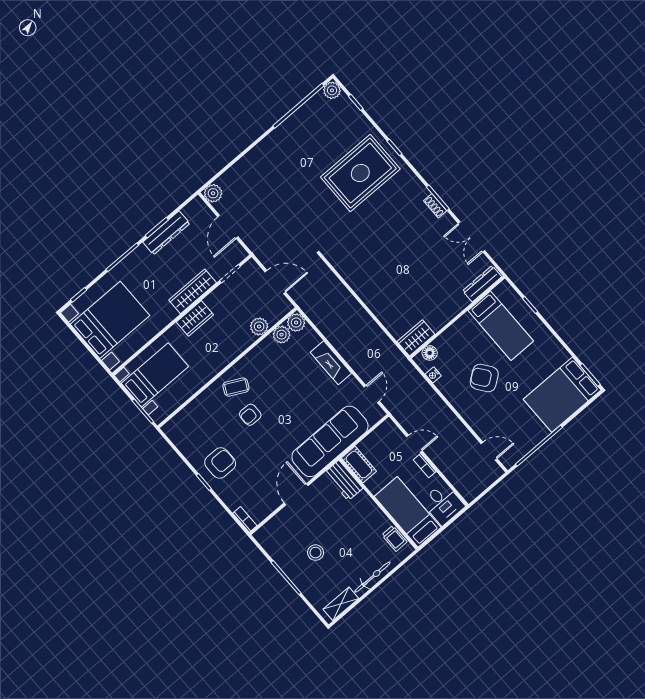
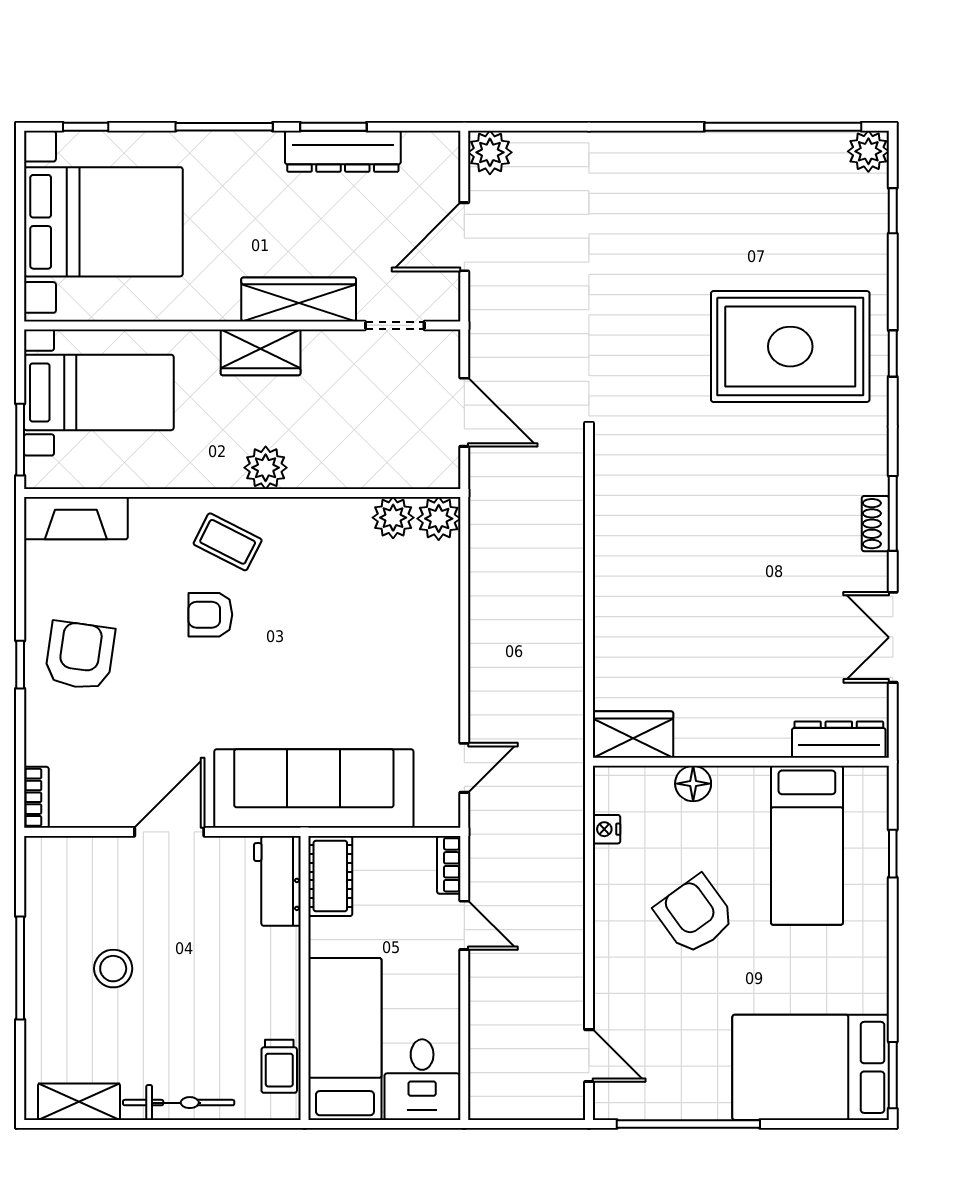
plant: (259, 326) -> (266, 468), moved
floor lamp: (430, 353) -> (693, 784), moved
fireplace: (331, 363) -> (76, 518), moved, turned -90
armchair: (220, 463) -> (80, 656), turned -82
bookcase: (425, 466) -> (449, 865), moved

